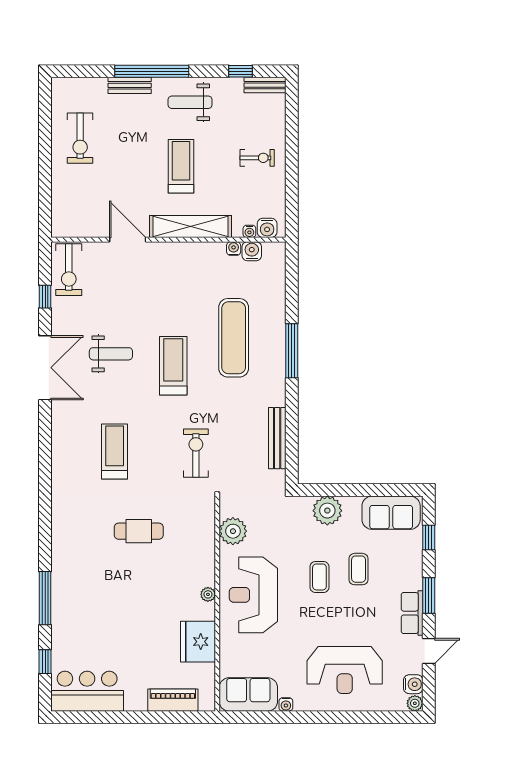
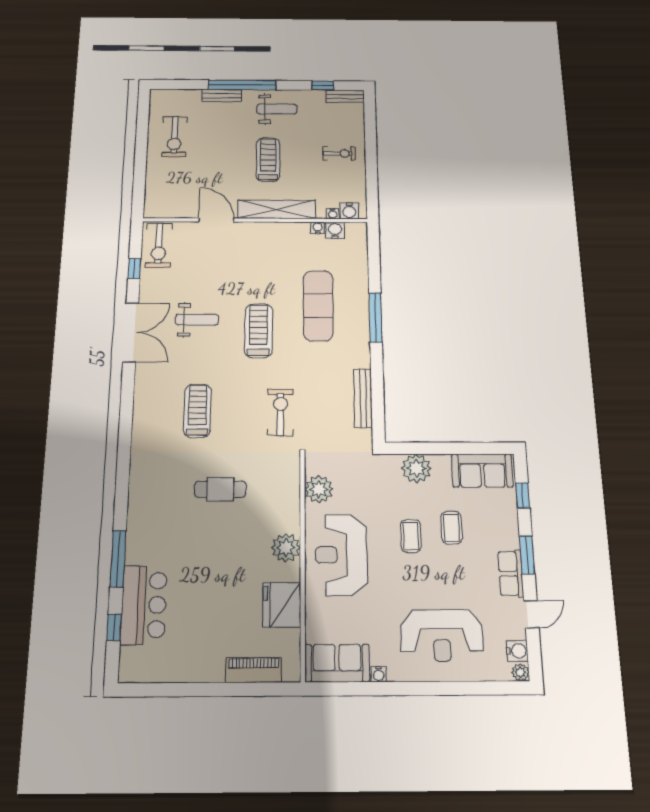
weight bench: (190, 102) -> (277, 109), turned 180
plant: (208, 594) -> (286, 548), width x1.87, depth x1.87
bar counter: (87, 691) -> (144, 605), moved, turned 90

